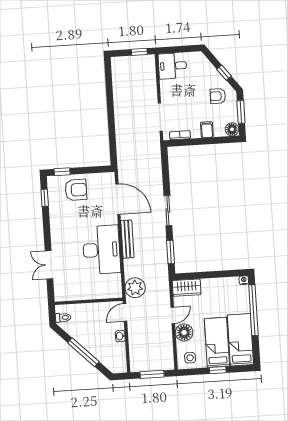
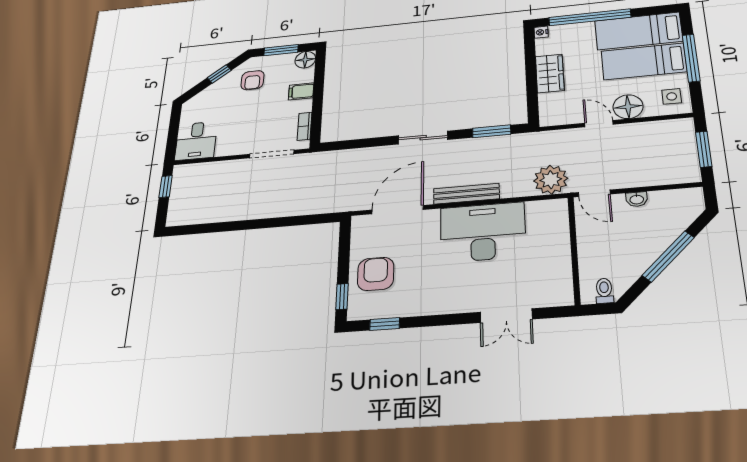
wardrobe: (187, 288) -> (550, 73), moved
window: (218, 370) -> (691, 58), width x2.17

